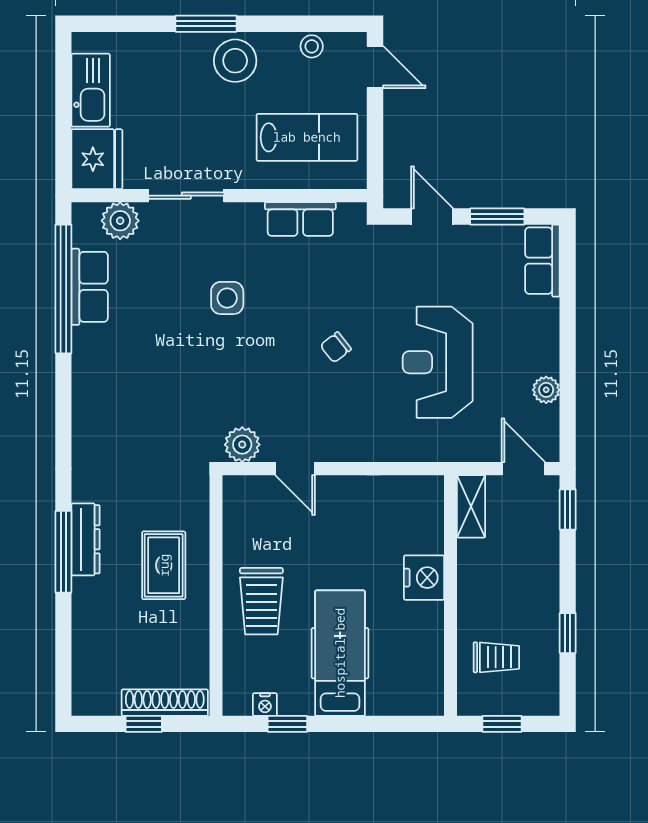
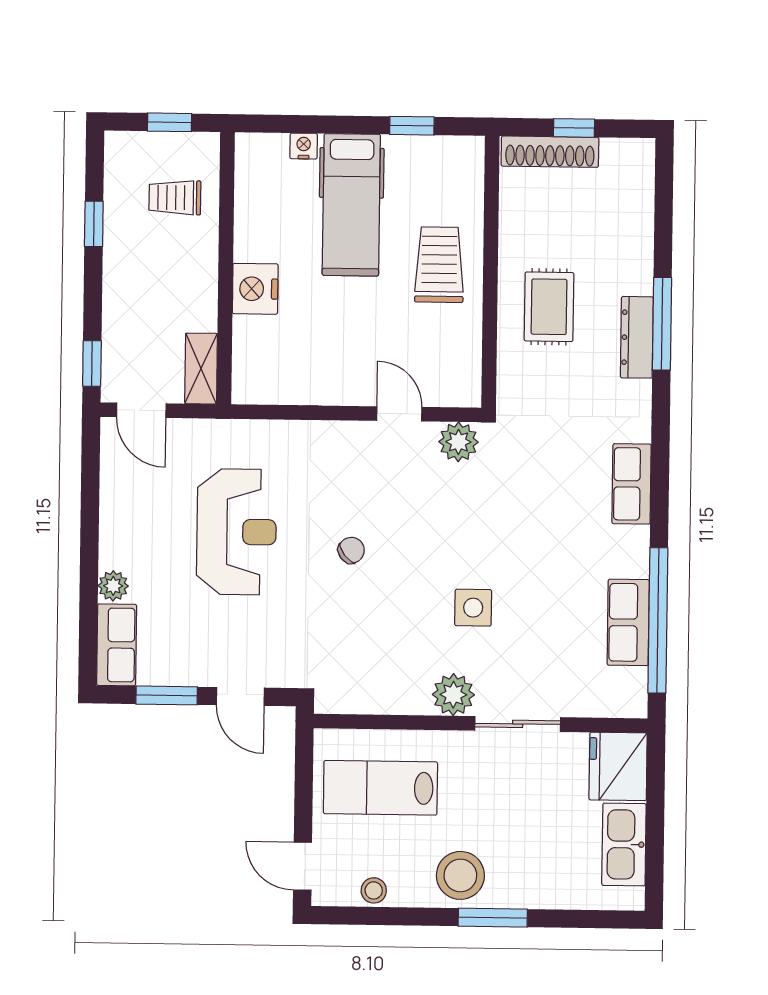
row of seats: (300, 219) -> (632, 484), moved, turned -90
plant: (120, 221) -> (453, 695), moved
plant: (546, 390) -> (113, 586), moved
nightstand: (265, 705) -> (304, 146), moved

